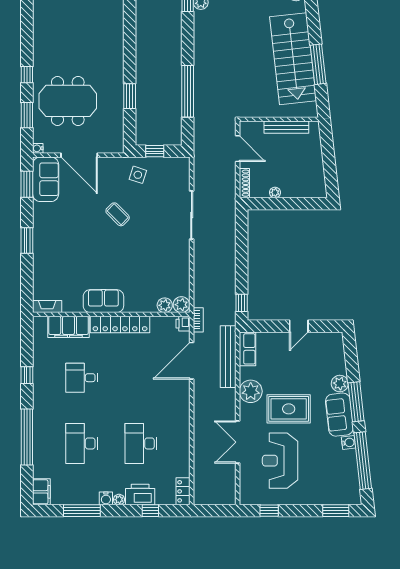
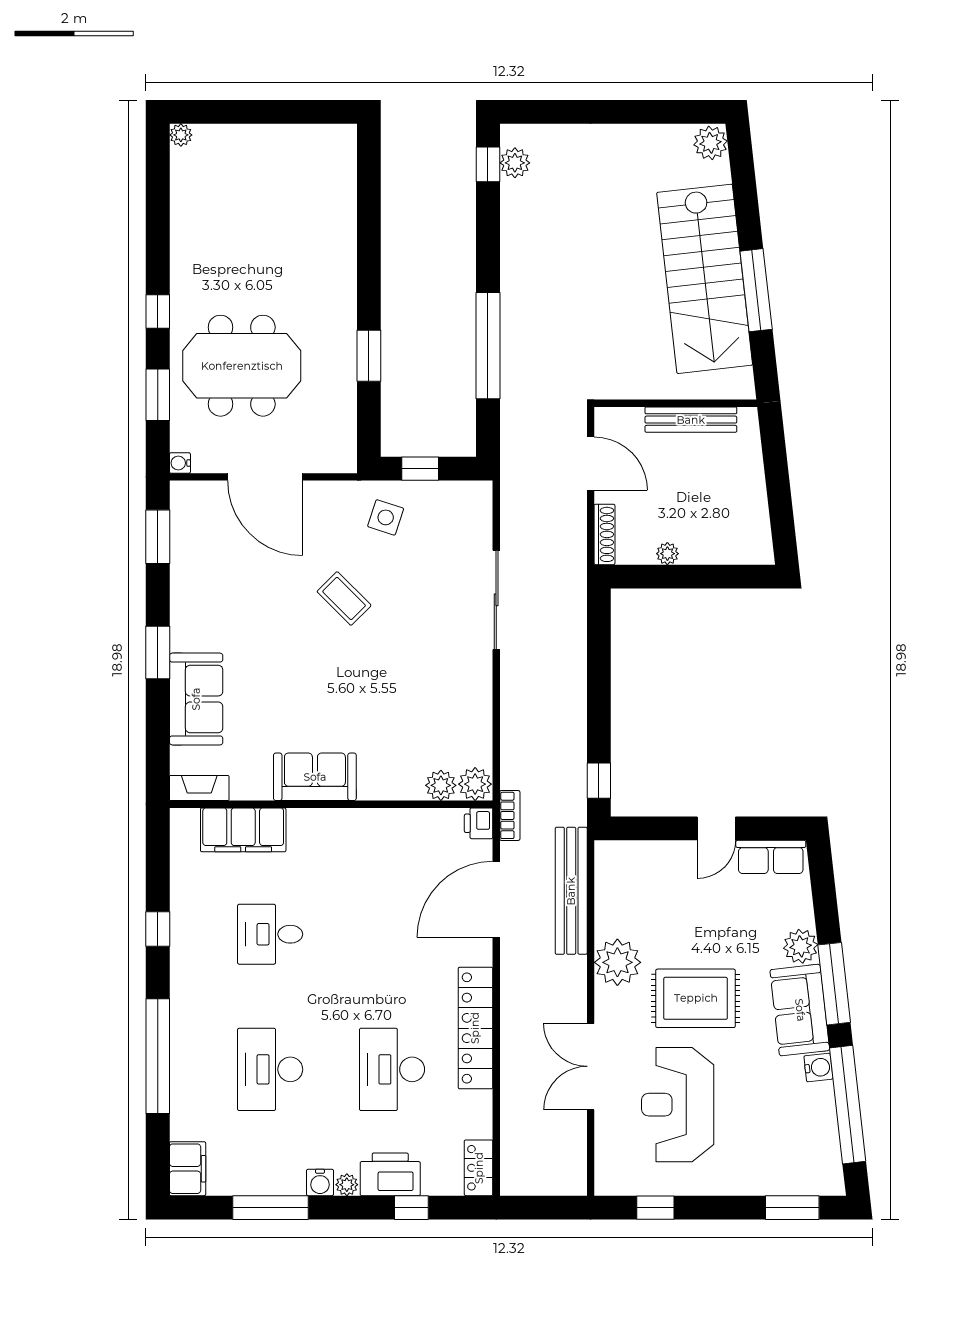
sofa: (46, 179) -> (196, 699), moved
locker: (120, 325) -> (475, 1028), moved, turned 90
row of seats: (247, 349) -> (771, 857), moved, turned 90

